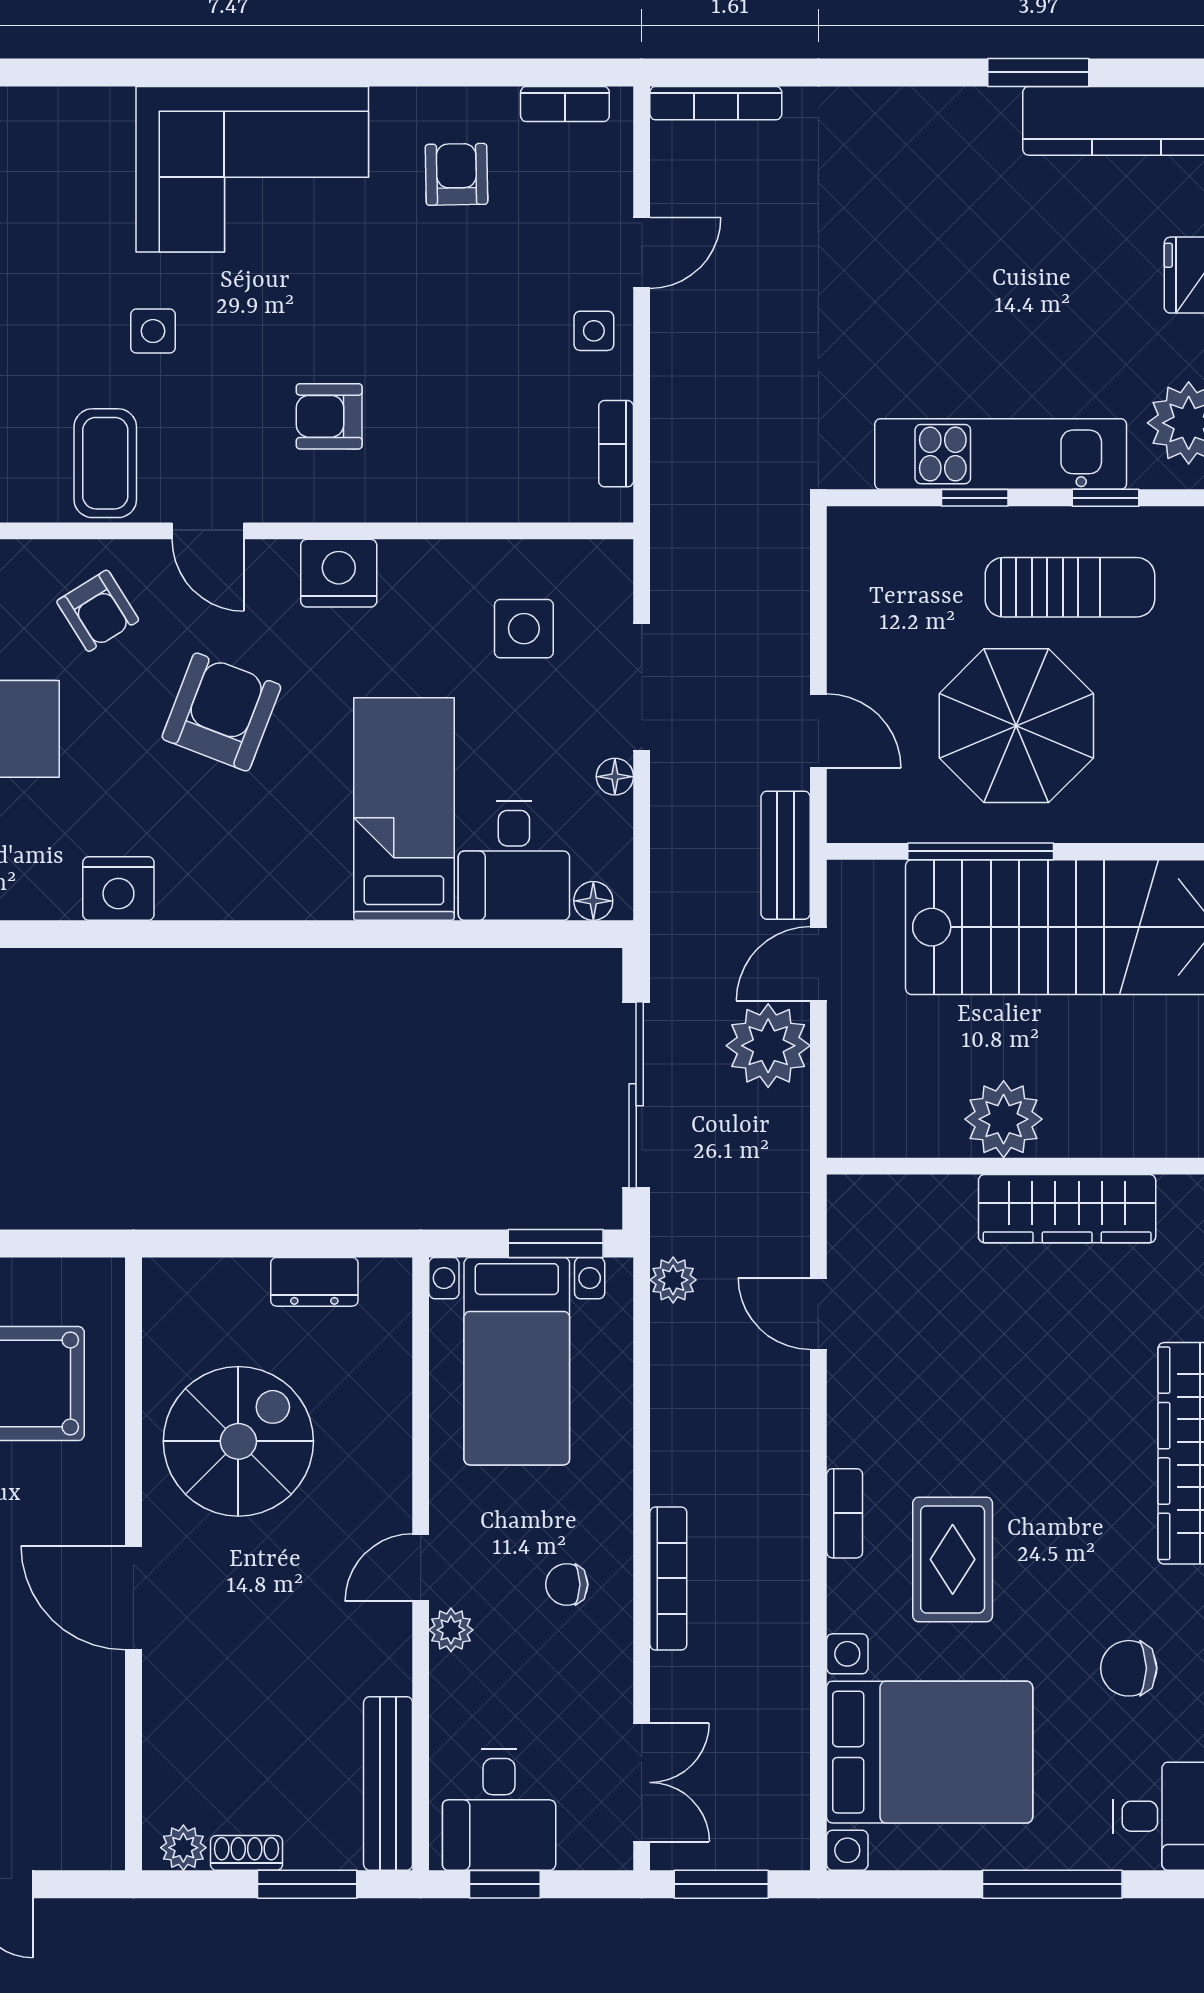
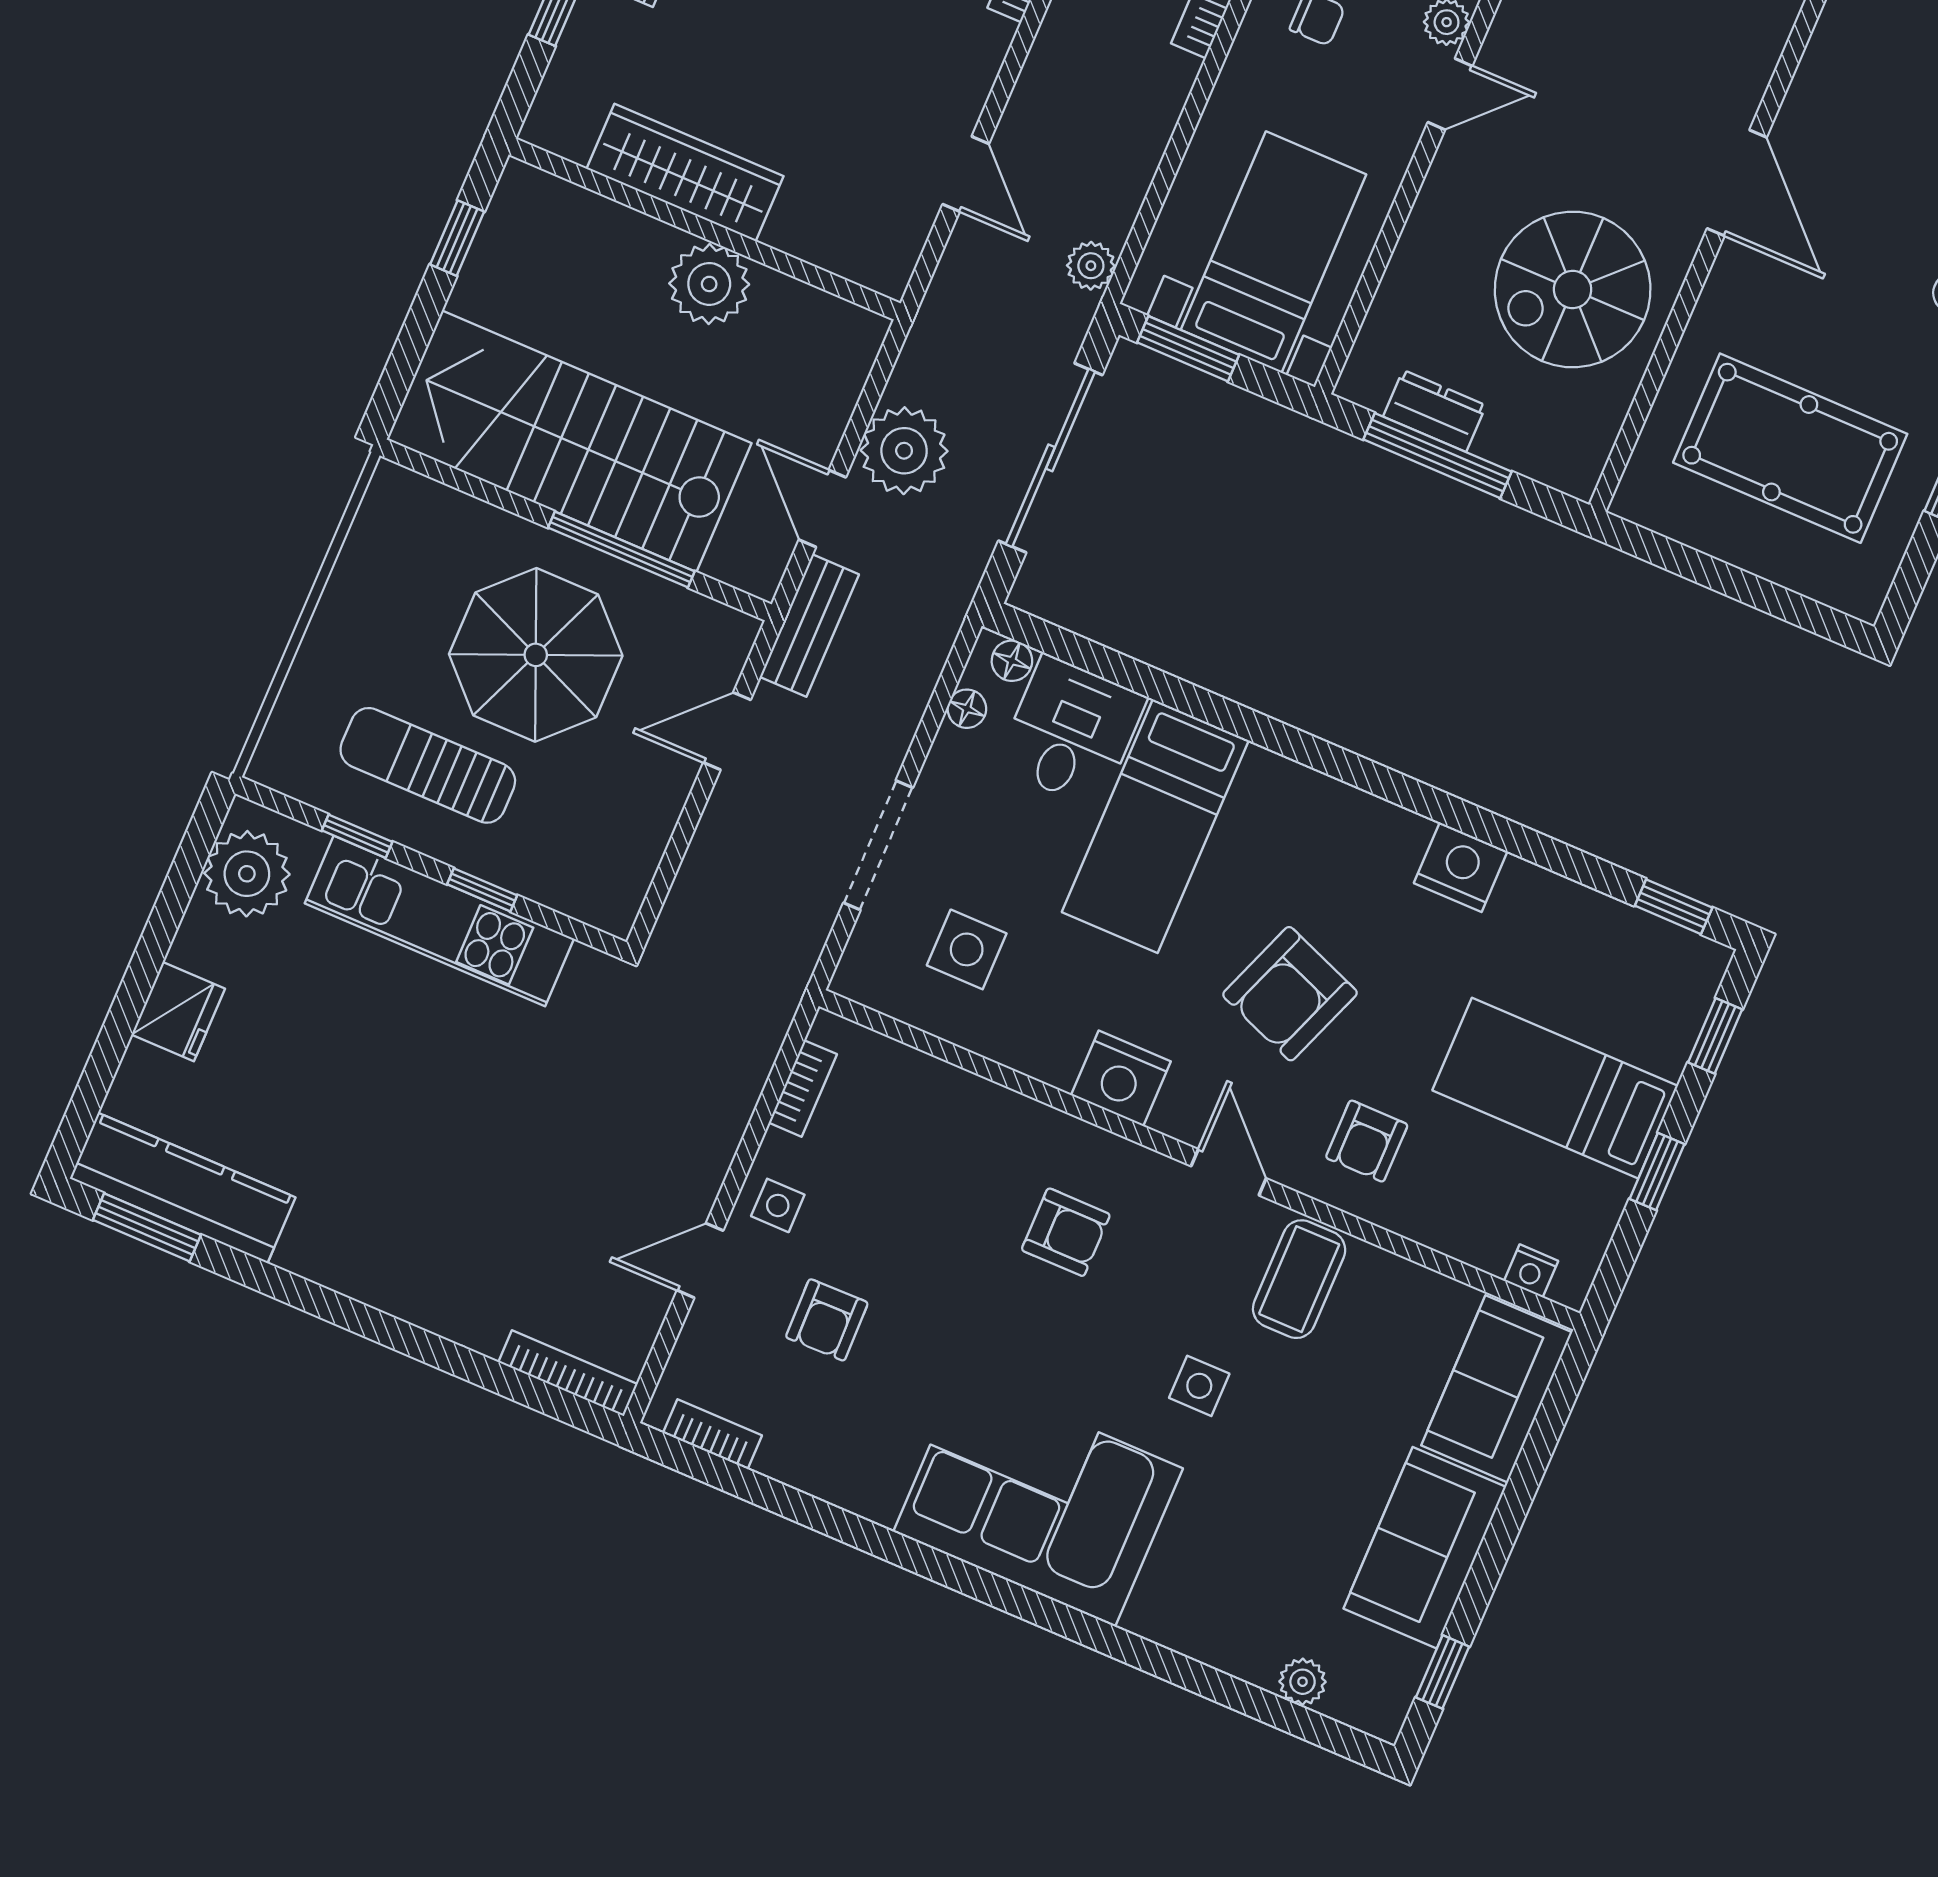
window: (1038, 72) -> (147, 1227), moved
armchair: (456, 174) -> (827, 1320), moved
armchair: (98, 611) -> (1367, 1141), turned -148
door: (818, 731) -> (727, 731), hinge flipped
floor lamp: (615, 777) -> (967, 709), moved
door: (818, 964) -> (822, 509), swing flipped
window: (295, 1243) -> (1437, 456), added

